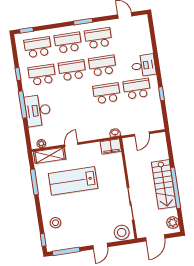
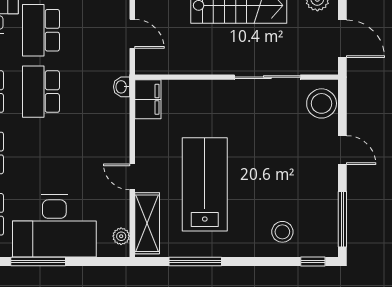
desk: (38, 110) -> (54, 226), width x1.36, depth x1.30
lab bench: (73, 181) -> (205, 184), turned 180

